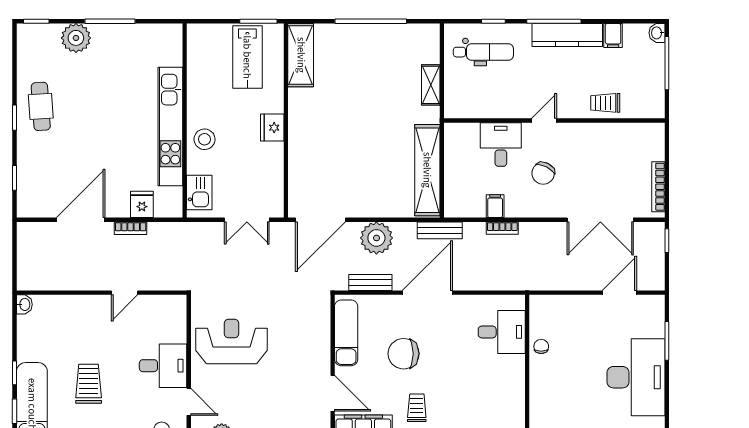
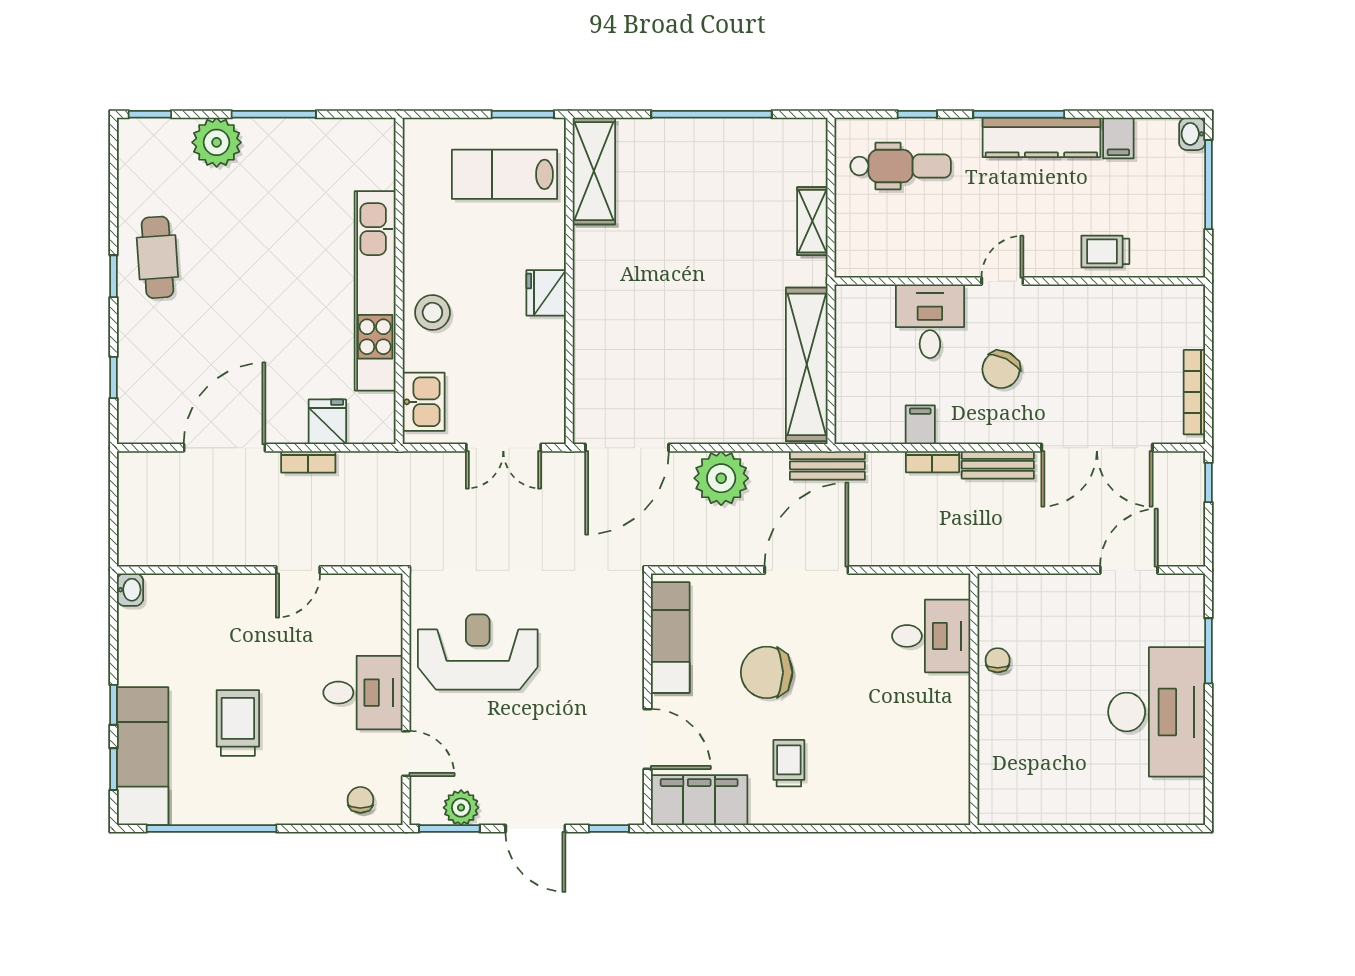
lab bench: (247, 57) -> (504, 174), turned 90
bench: (370, 282) -> (998, 465), moved

